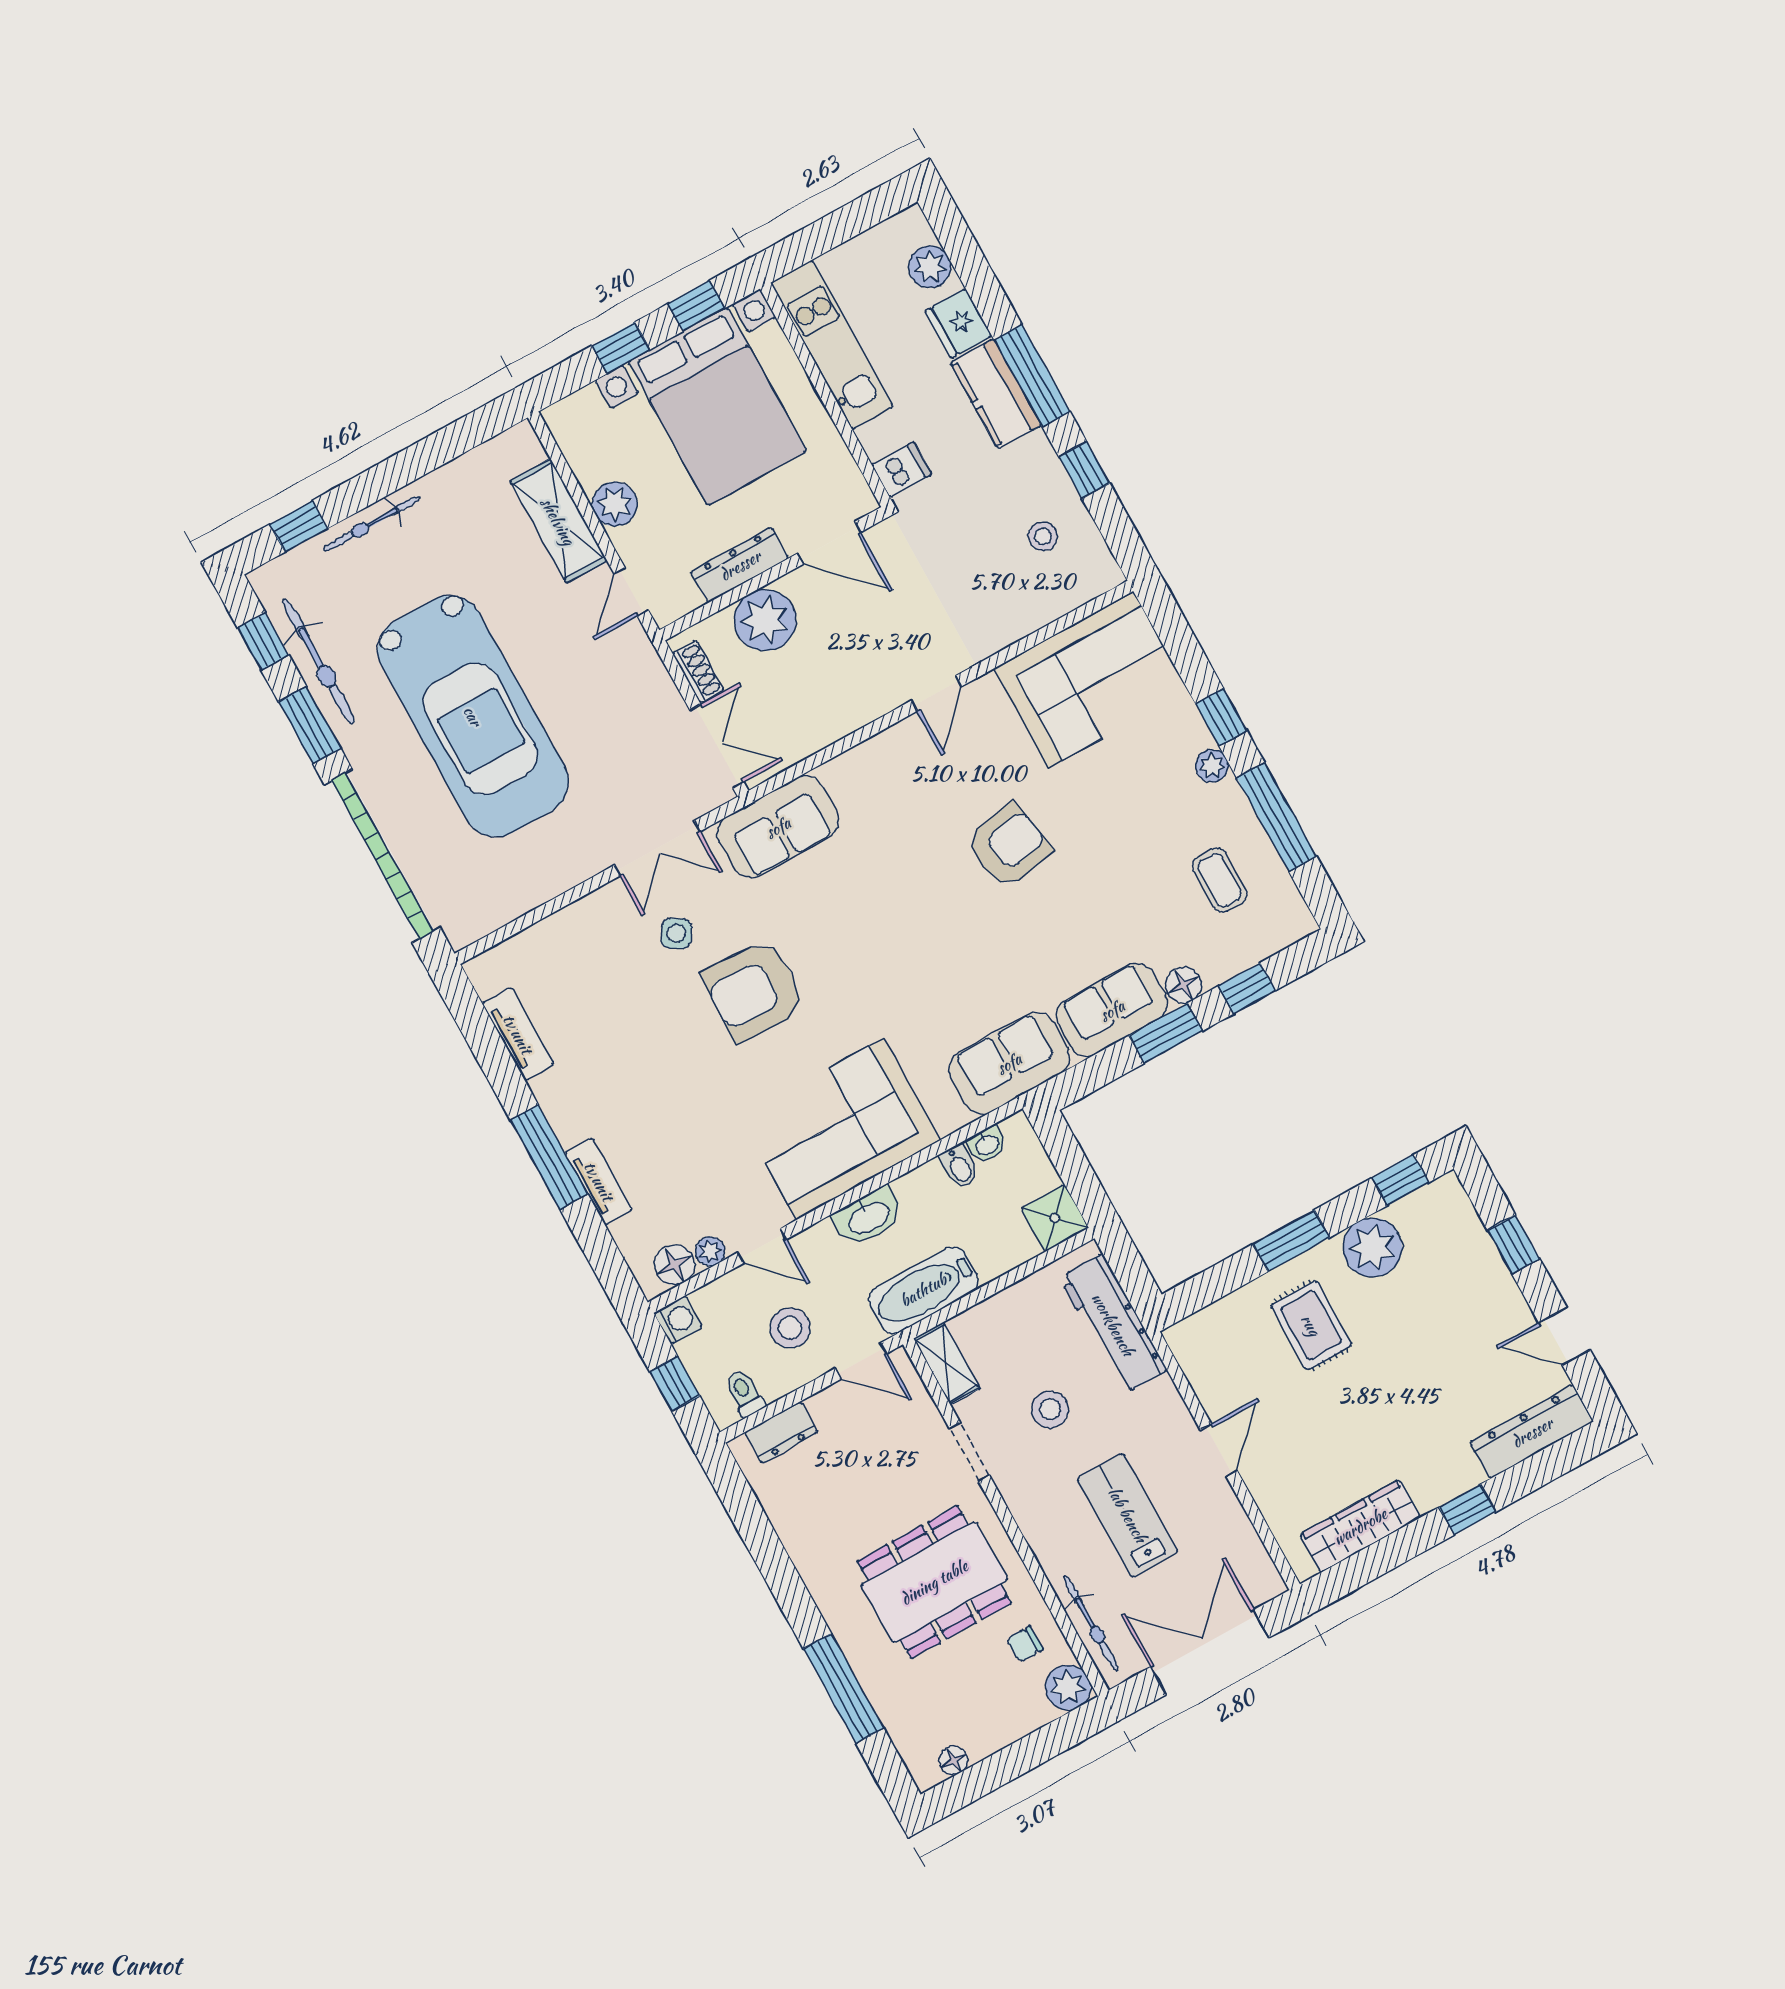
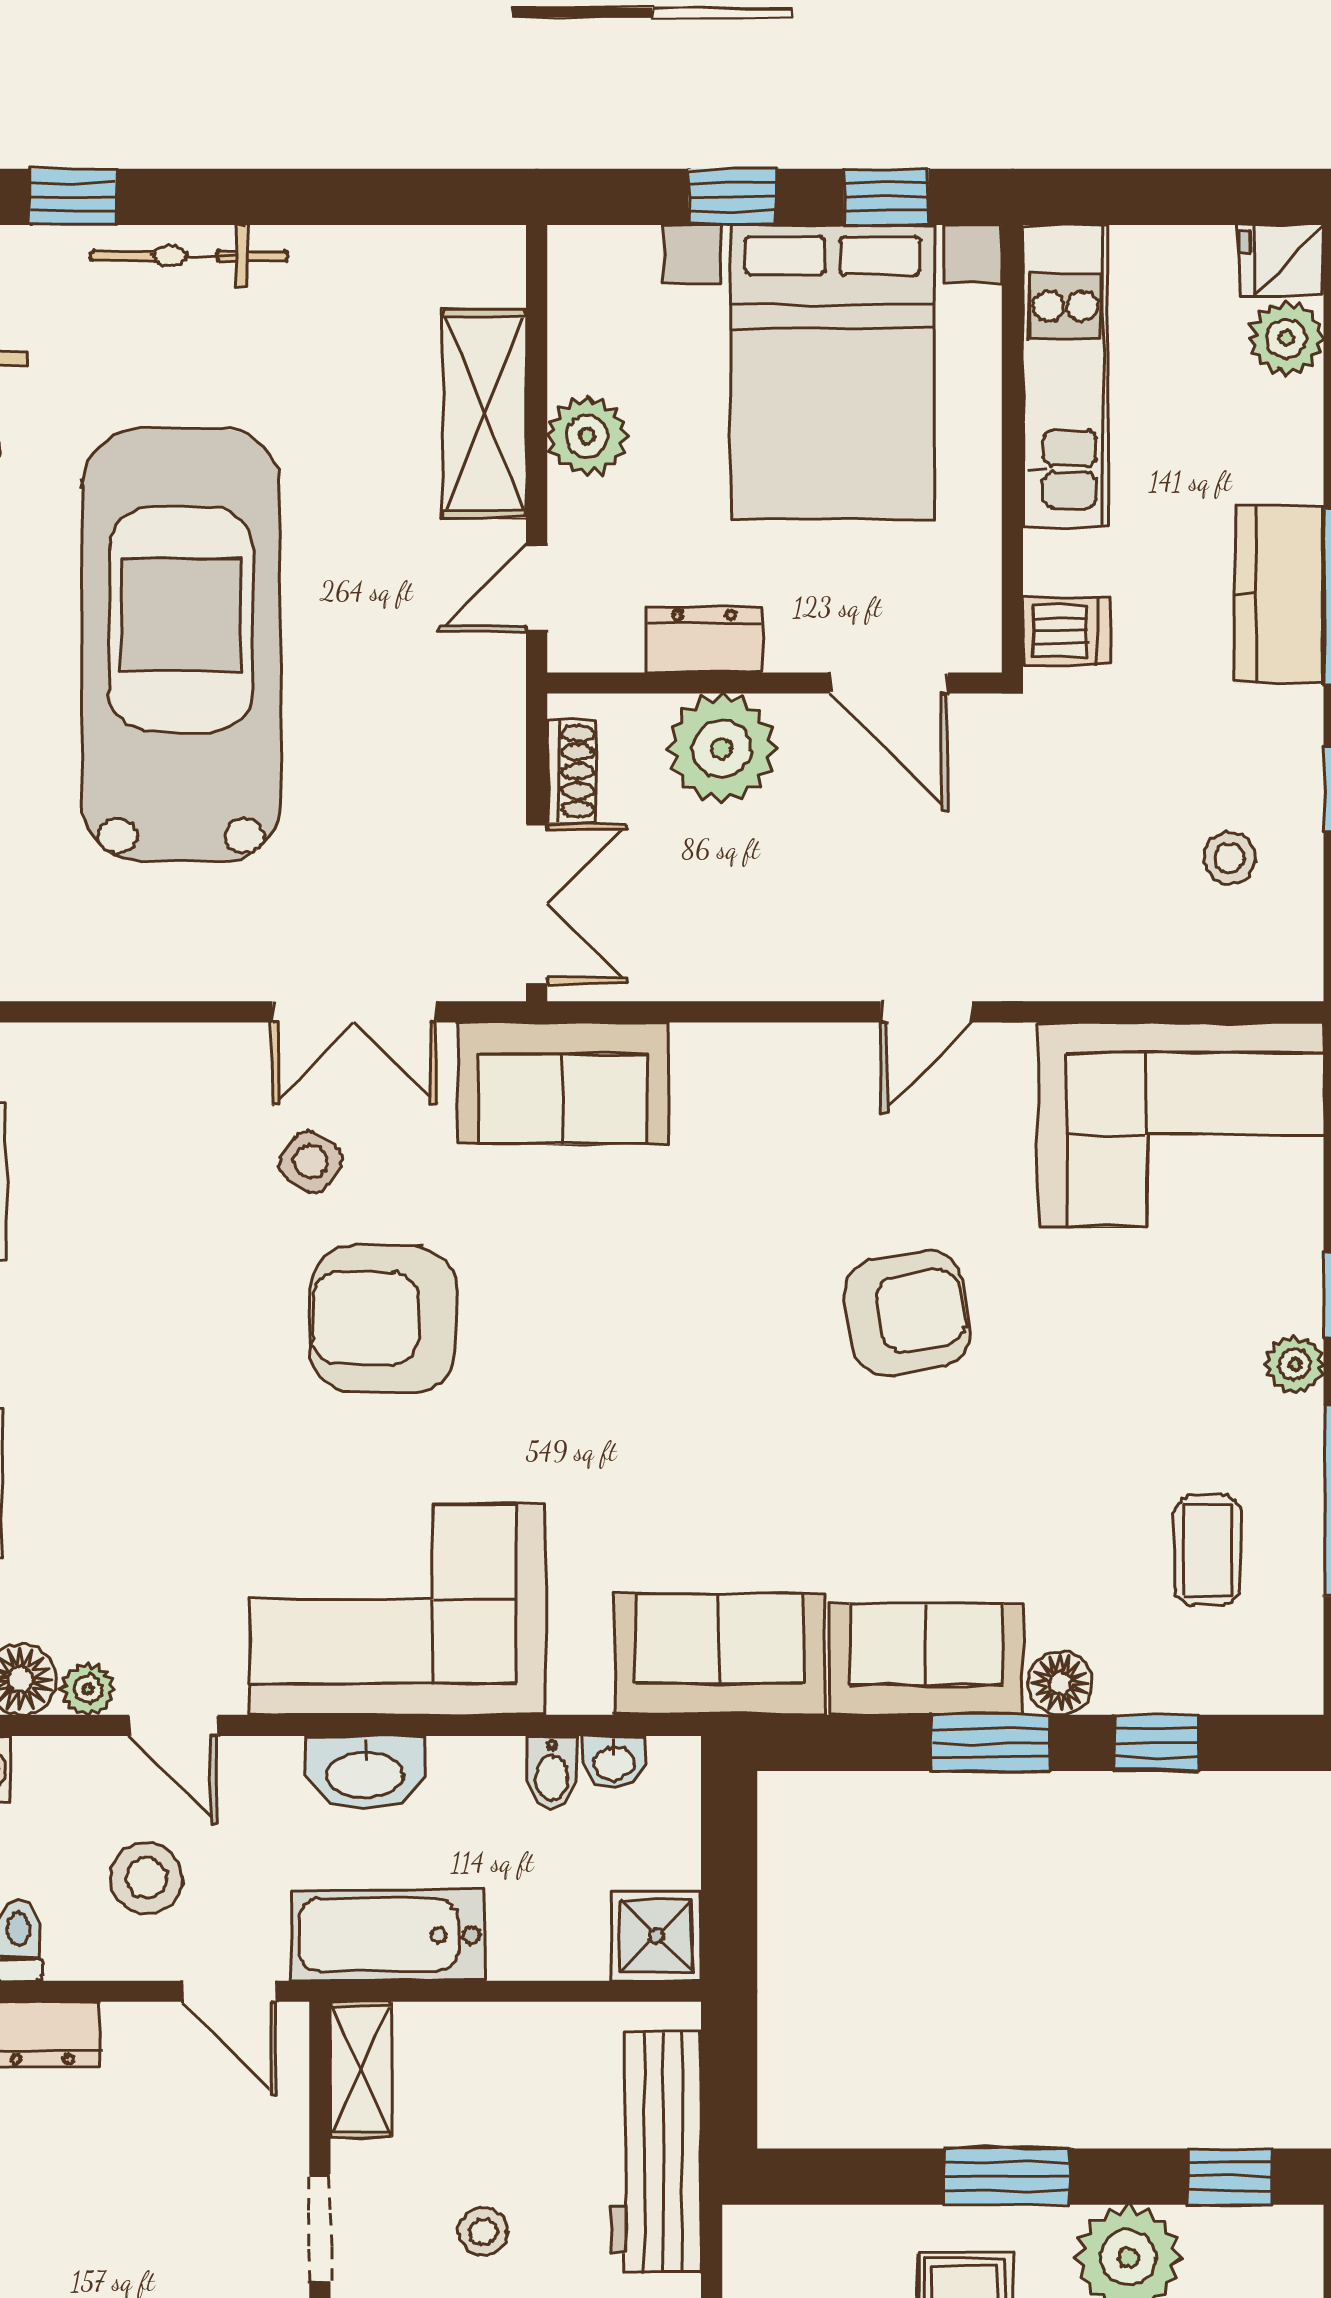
fridge: (958, 323) -> (1282, 260), moved, width x0.72
dresser: (740, 565) -> (704, 640), width x0.70
car: (473, 716) -> (181, 645), turned 180
stool: (1050, 1409) -> (483, 2232), width x0.73, depth x0.73

